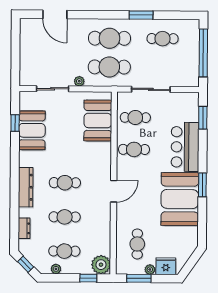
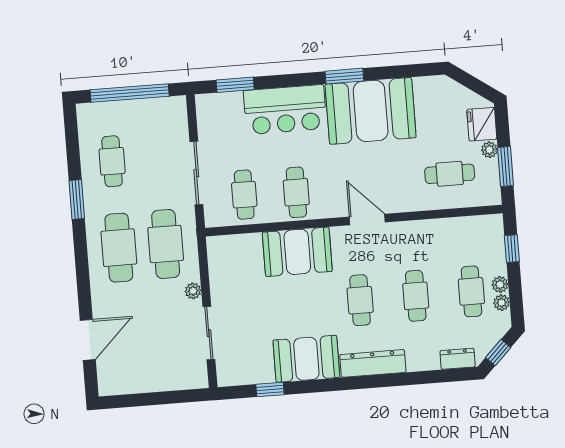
booth: (98, 120) -> (297, 252), moved
booth: (32, 130) -> (306, 359), moved
dresser: (24, 228) -> (458, 359), moved
plant: (101, 265) -> (500, 284), moved, width x0.53, depth x0.53

